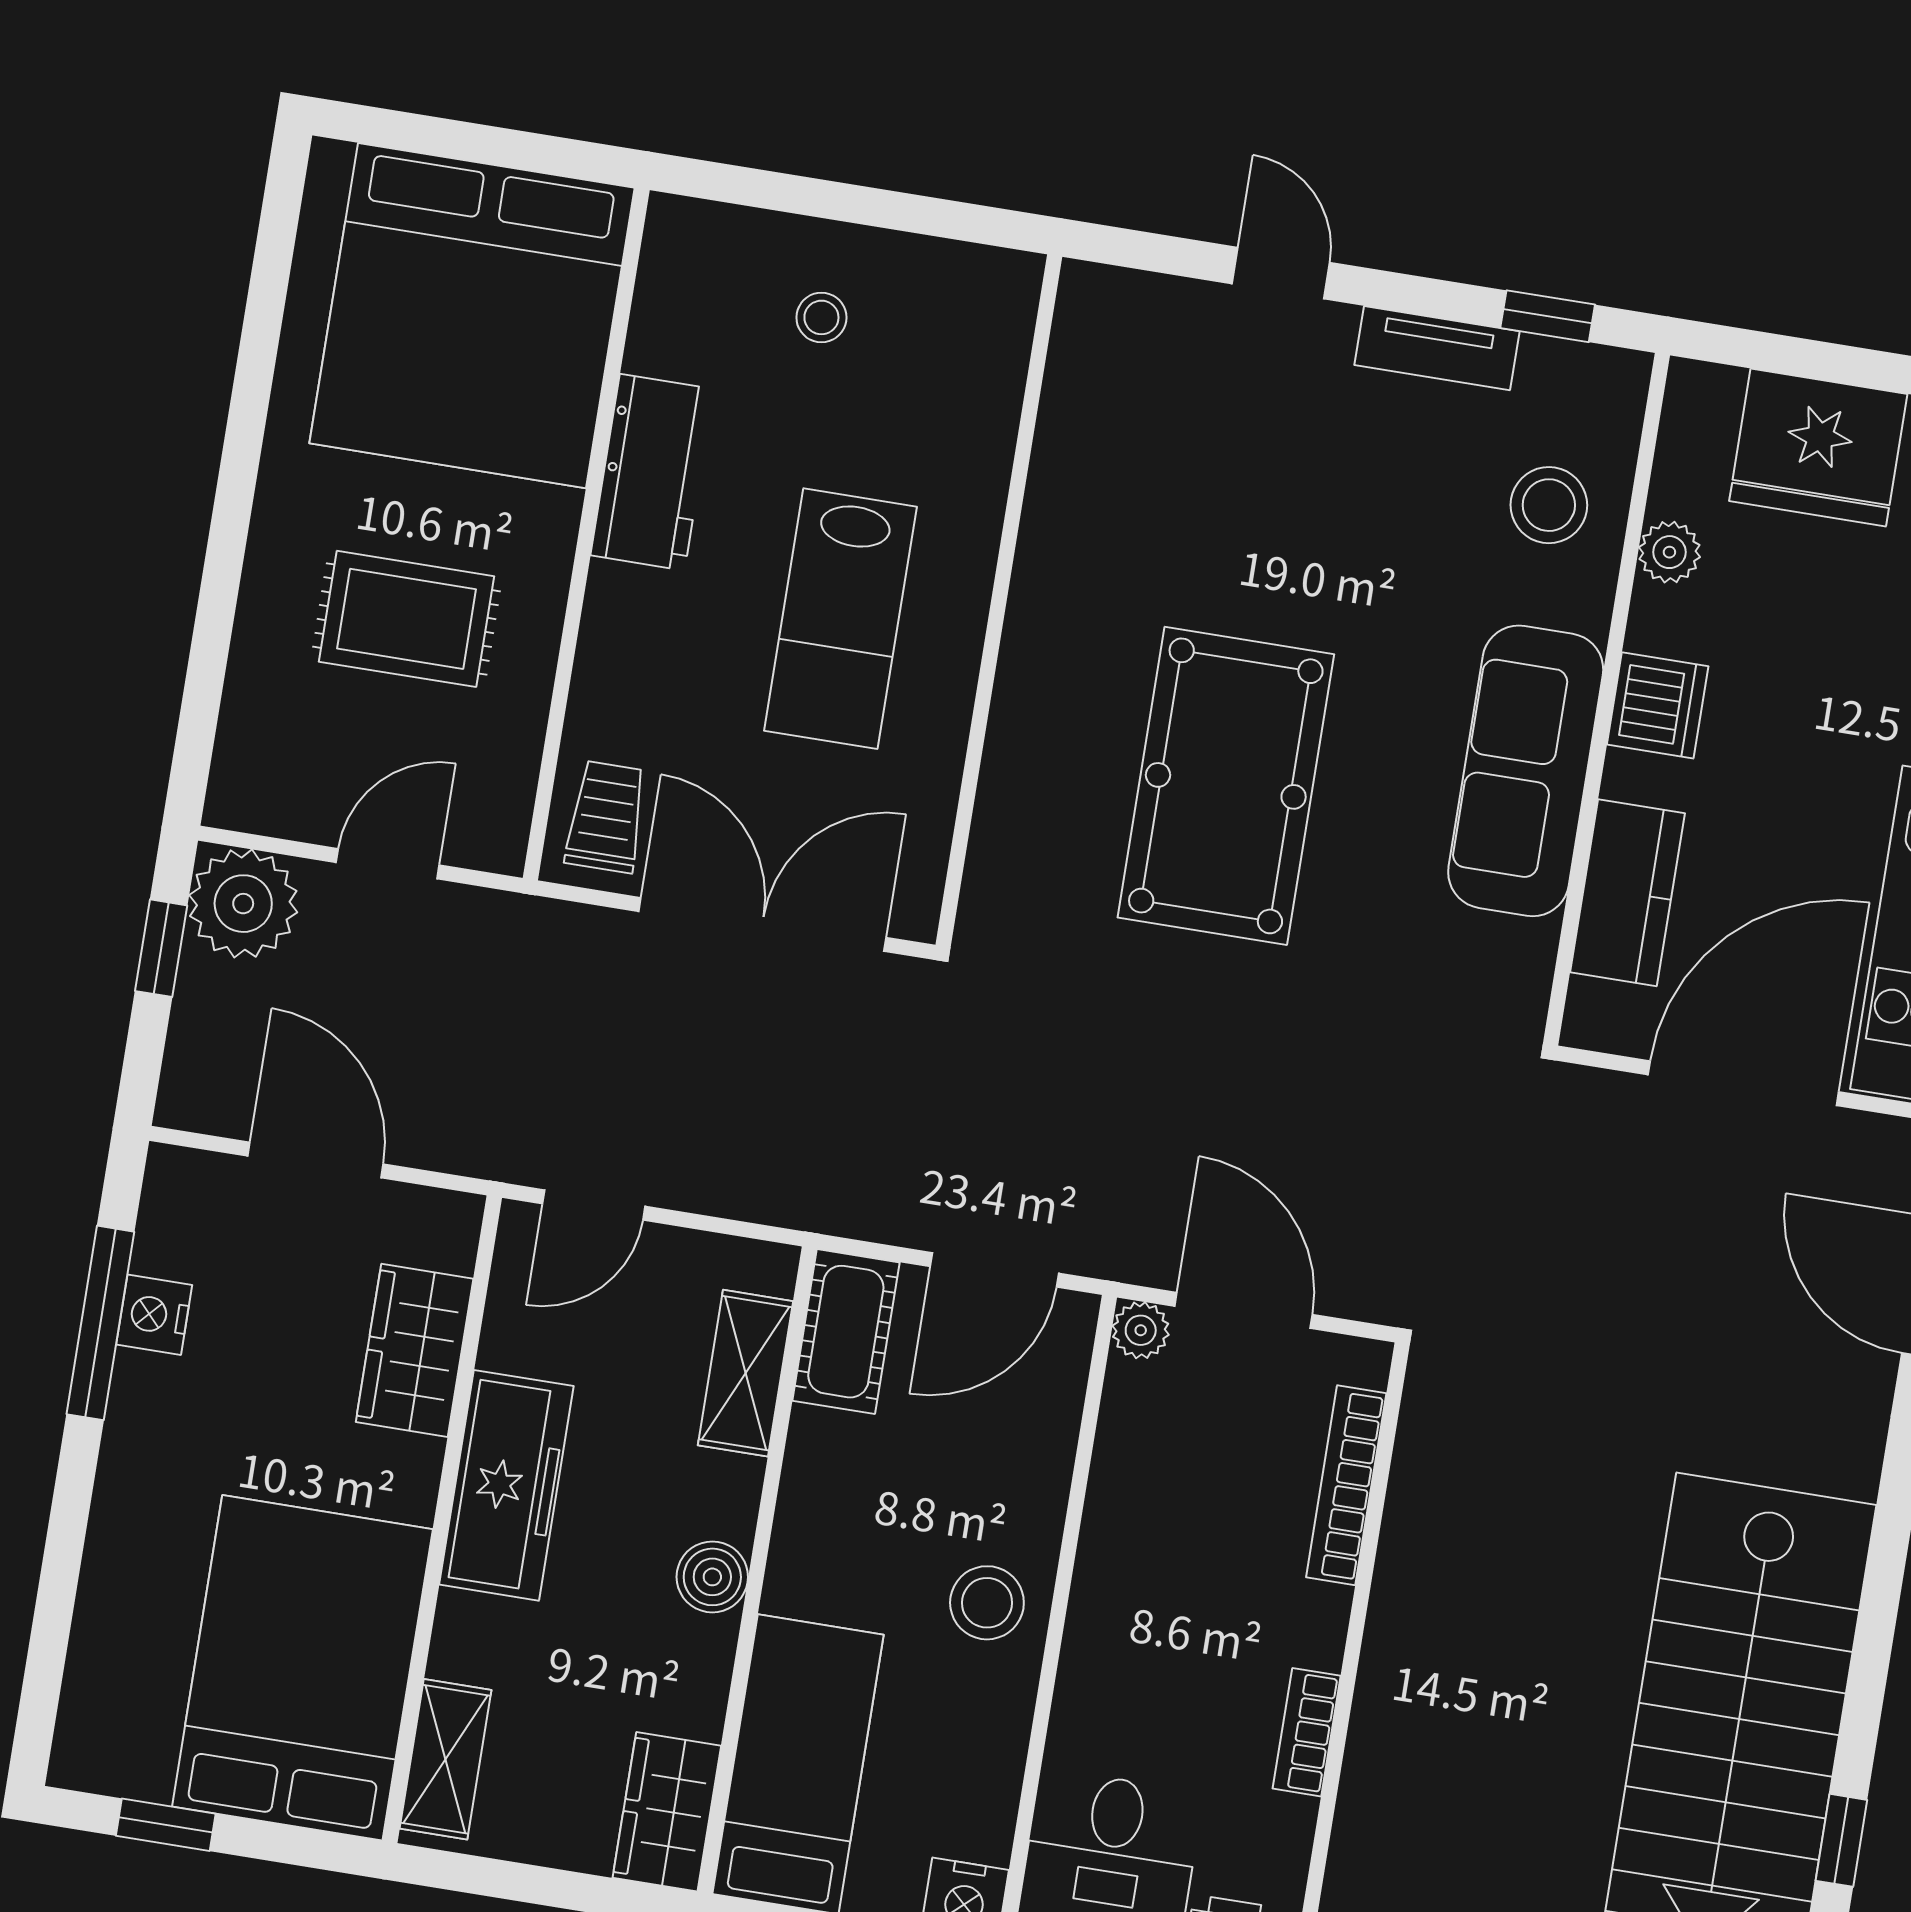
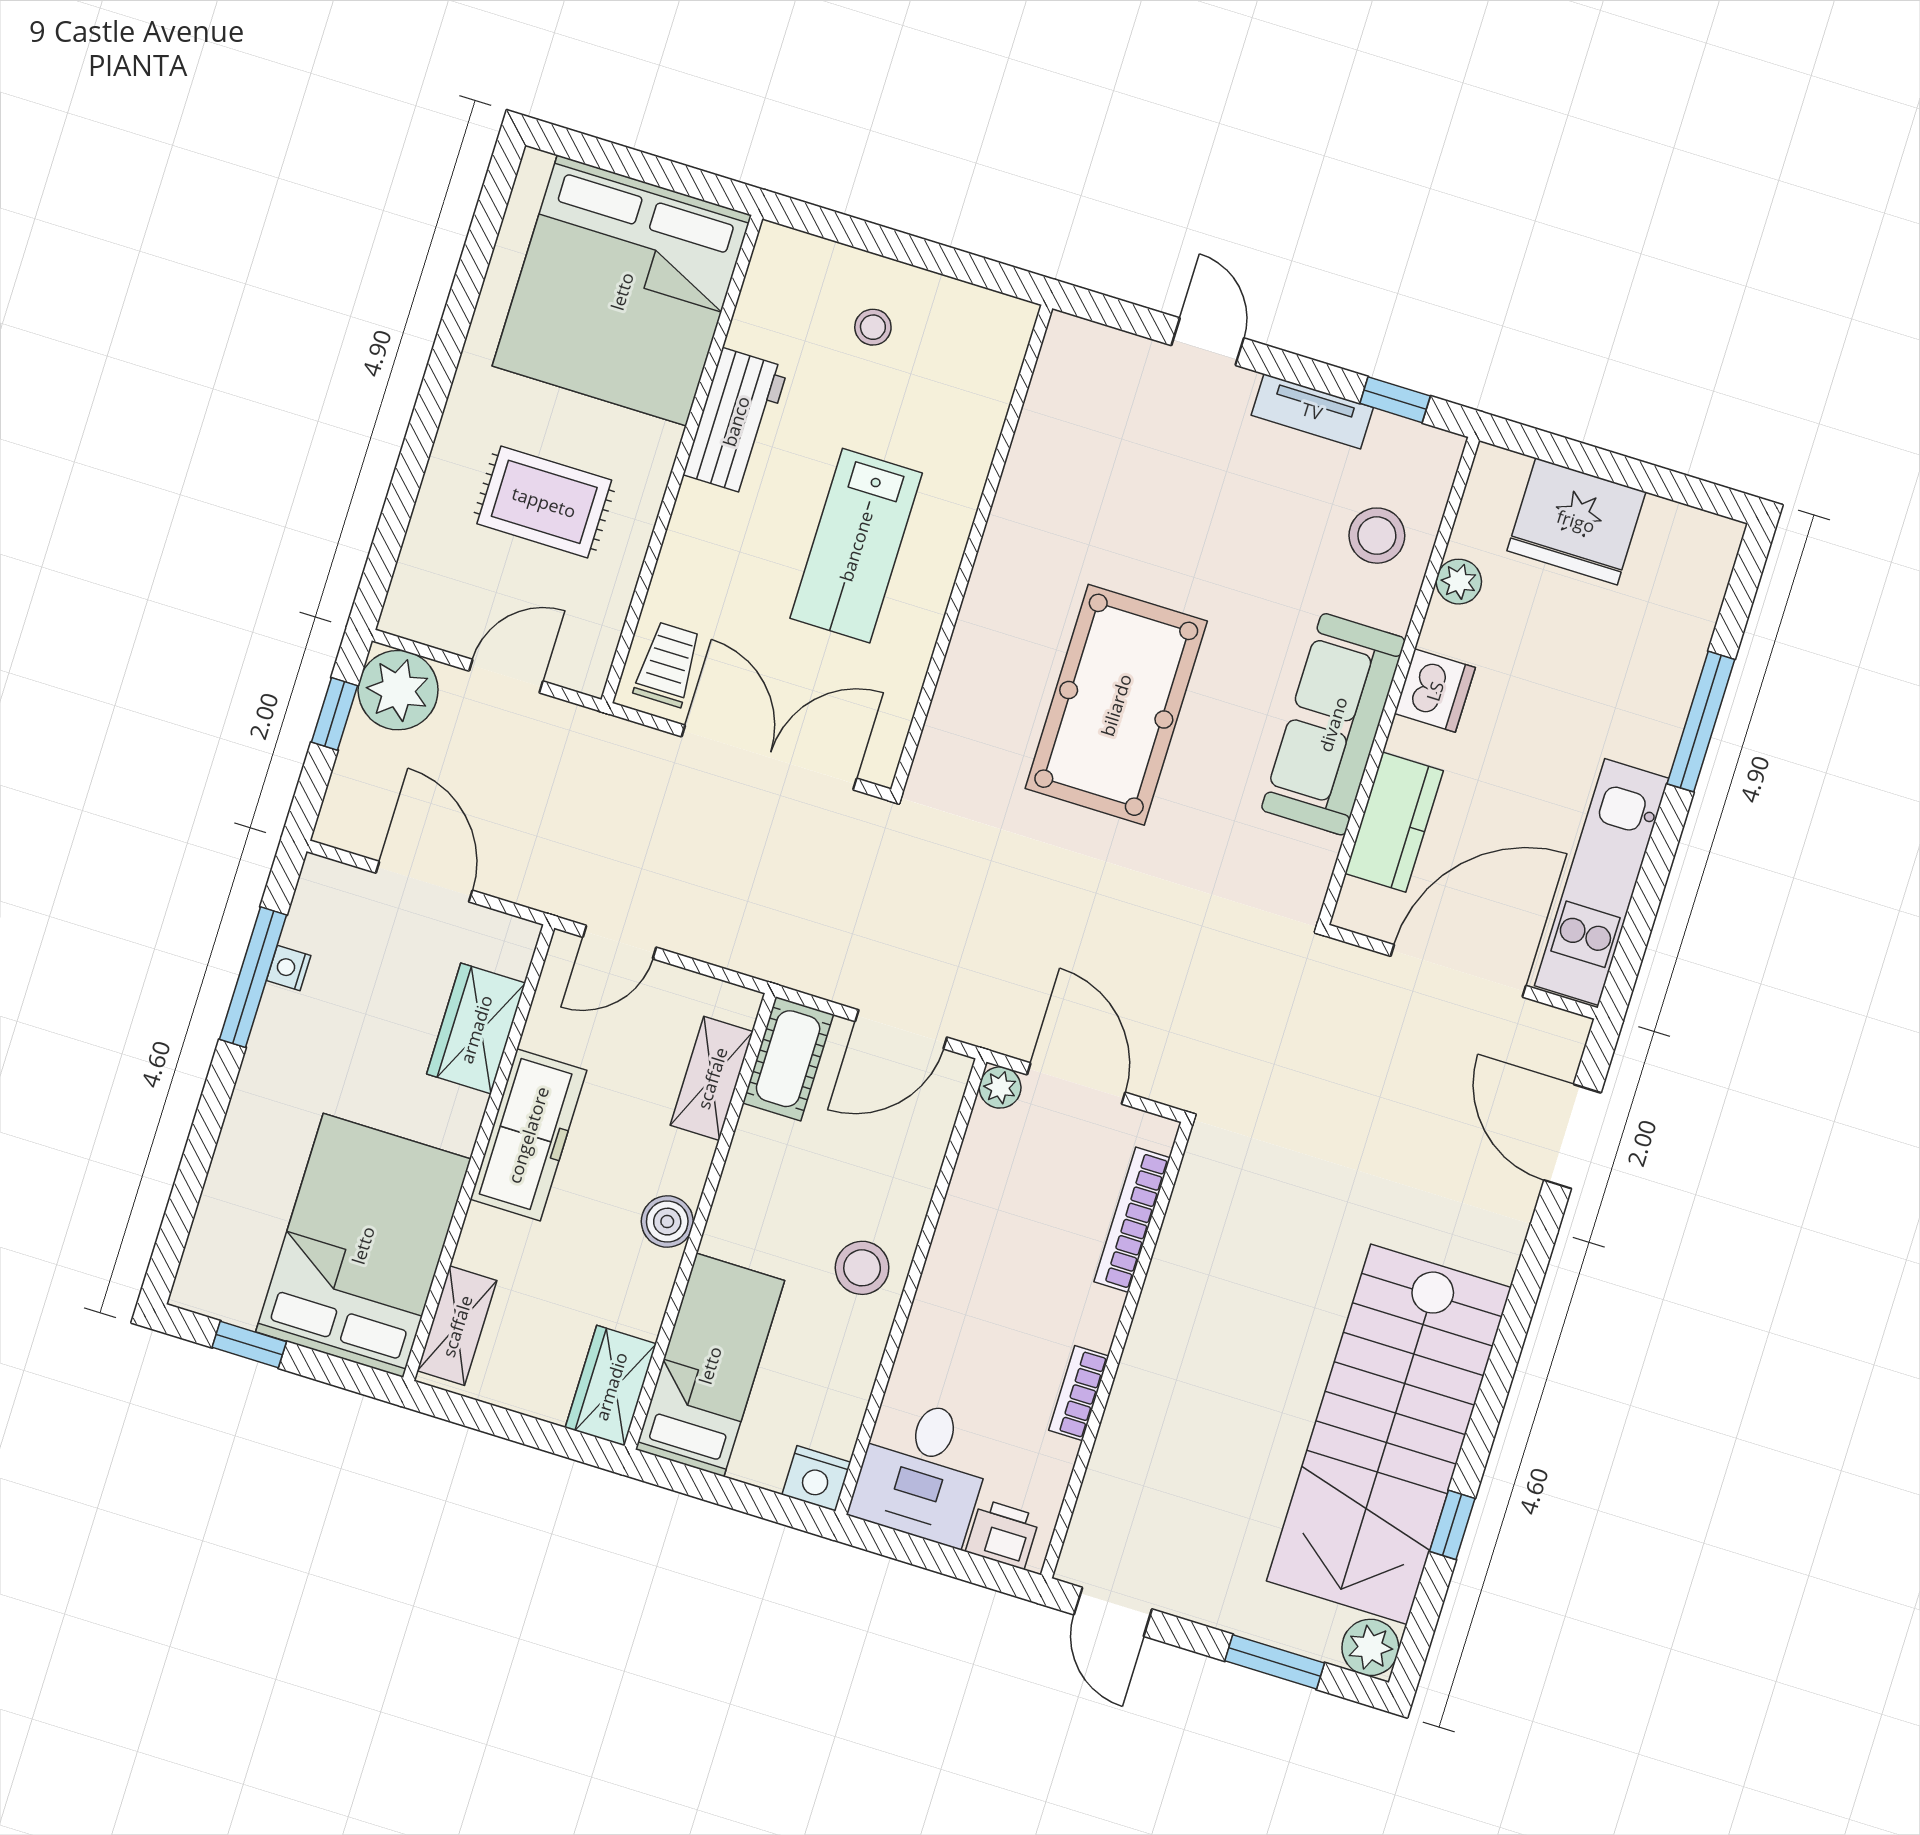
nightstand: (154, 1315) -> (289, 968), width x0.72, depth x0.74

